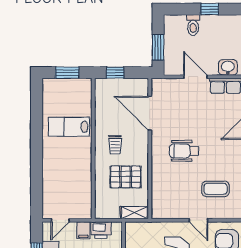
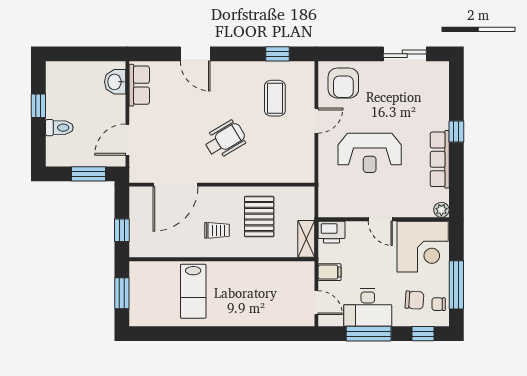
door: (195, 77) -> (127, 140), moved
wheelchair: (184, 151) -> (225, 139), turned -121
shelving: (134, 213) -> (306, 239), moved
printer: (101, 230) -> (331, 232), moved, turned 90

